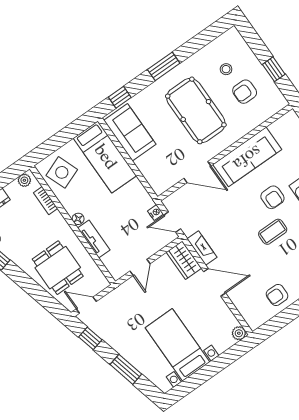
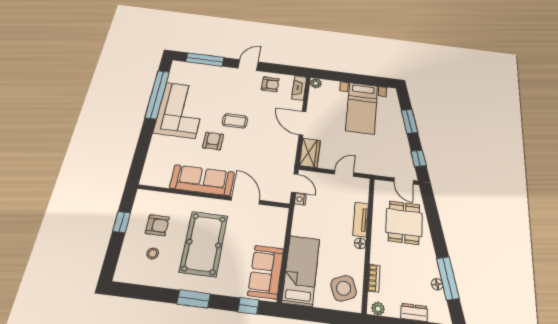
fireplace: (202, 248) -> (299, 88), moved

